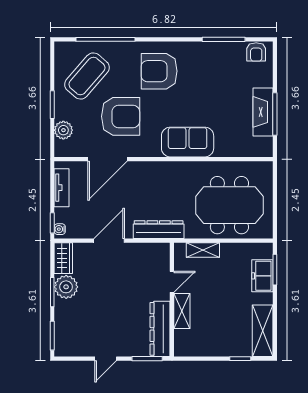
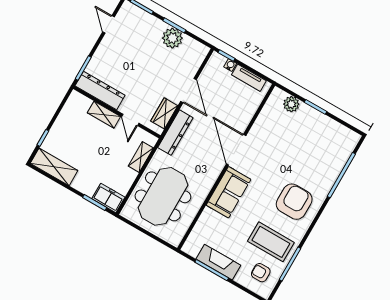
armchair: (256, 52) -> (261, 273), moved
coffee table: (87, 76) -> (271, 242), moved, turned -41
armchair: (121, 116) -> (277, 153), removed
door: (107, 159) -> (236, 150), moved
water cooler: (60, 229) -> (230, 65), moved
wardrobe: (63, 258) -> (164, 113), moved, turned 90
freezer: (262, 276) -> (108, 198), moved
door: (106, 359) -> (108, 24), moved

